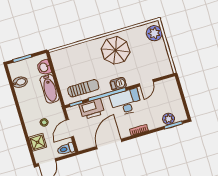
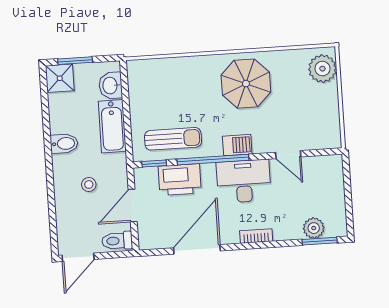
bidet: (20, 82) -> (64, 144), moved
door: (146, 83) -> (288, 155), hinge flipped
shower: (38, 142) -> (60, 78), moved

